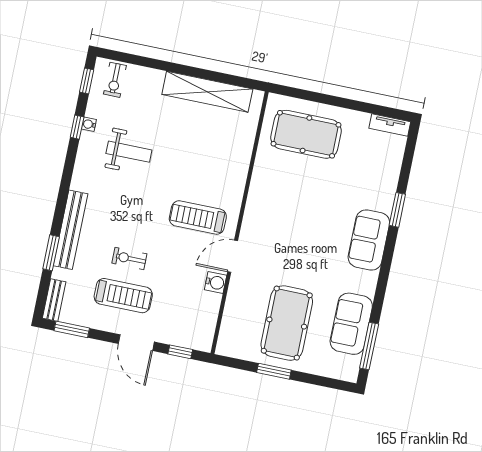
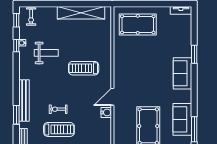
treadmill: (198, 218) -> (84, 68), moved

